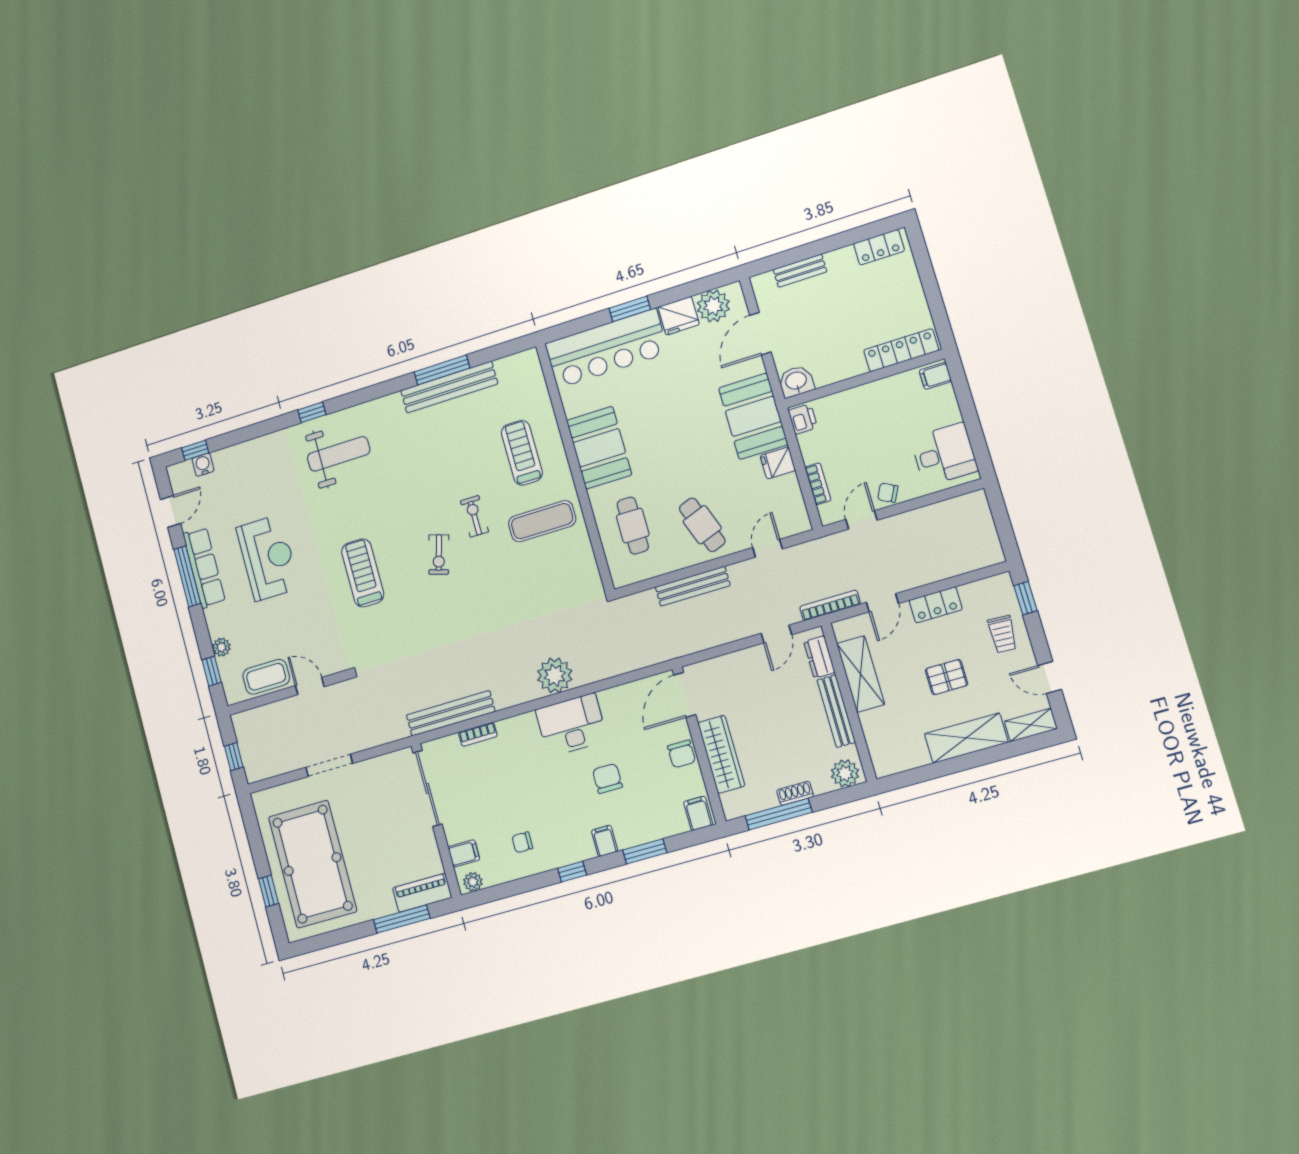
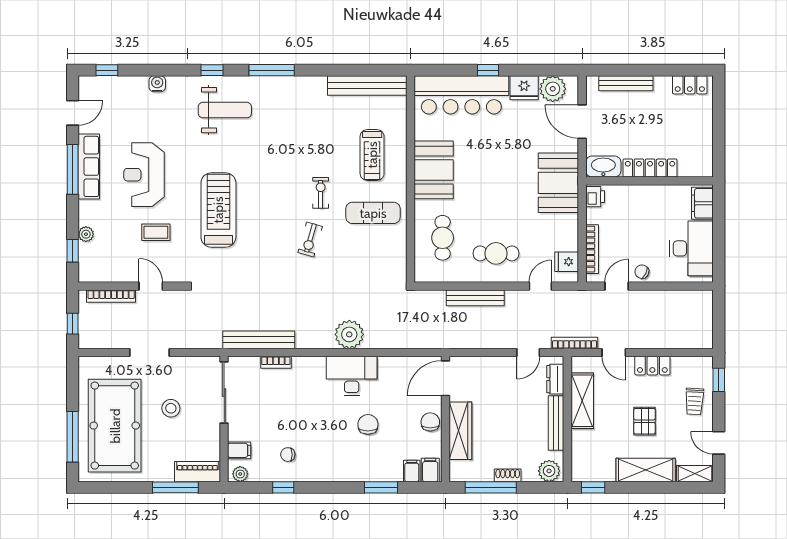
bench: (800, 271) -> (626, 83), width x1.36
window: (630, 309) -> (488, 70), width x0.67
door: (760, 334) -> (582, 122), hinge flipped
locker: (901, 350) -> (650, 168), moved
window: (442, 370) -> (272, 70), moved
filing cabinet: (935, 376) -> (702, 203), width x2.00
washbasin: (796, 381) -> (603, 166), width x1.38
bench: (449, 387) -> (367, 85), moved
treadmill: (522, 453) -> (372, 155), turned 180
desk: (944, 454) -> (692, 248), width x1.37
fridge: (778, 463) -> (567, 262), moved
water cooler: (203, 465) -> (157, 84), moved
bookcase: (818, 484) -> (592, 249), width x1.56
cafe table: (702, 525) -> (496, 253), turned -70
exercise bike: (439, 555) -> (310, 239), moved
reception desk: (268, 558) -> (144, 175), turned 180
treadmill: (363, 573) -> (218, 210), width x1.37, depth x1.38
door: (882, 603) -> (614, 353), hinge flipped
coffee table: (266, 677) -> (156, 232), moved, width x0.73, depth x0.77
pallet: (947, 677) -> (645, 421), turned 90
bookcase: (268, 711) -> (111, 296), added
chair: (682, 754) -> (430, 422), turned 180
window: (906, 779) -> (593, 487), added
stool: (371, 825) -> (171, 408), added
filing cabinet: (605, 841) -> (412, 471), moved
window: (572, 872) -> (283, 487), moved
window: (268, 891) -> (73, 437), width x2.17

